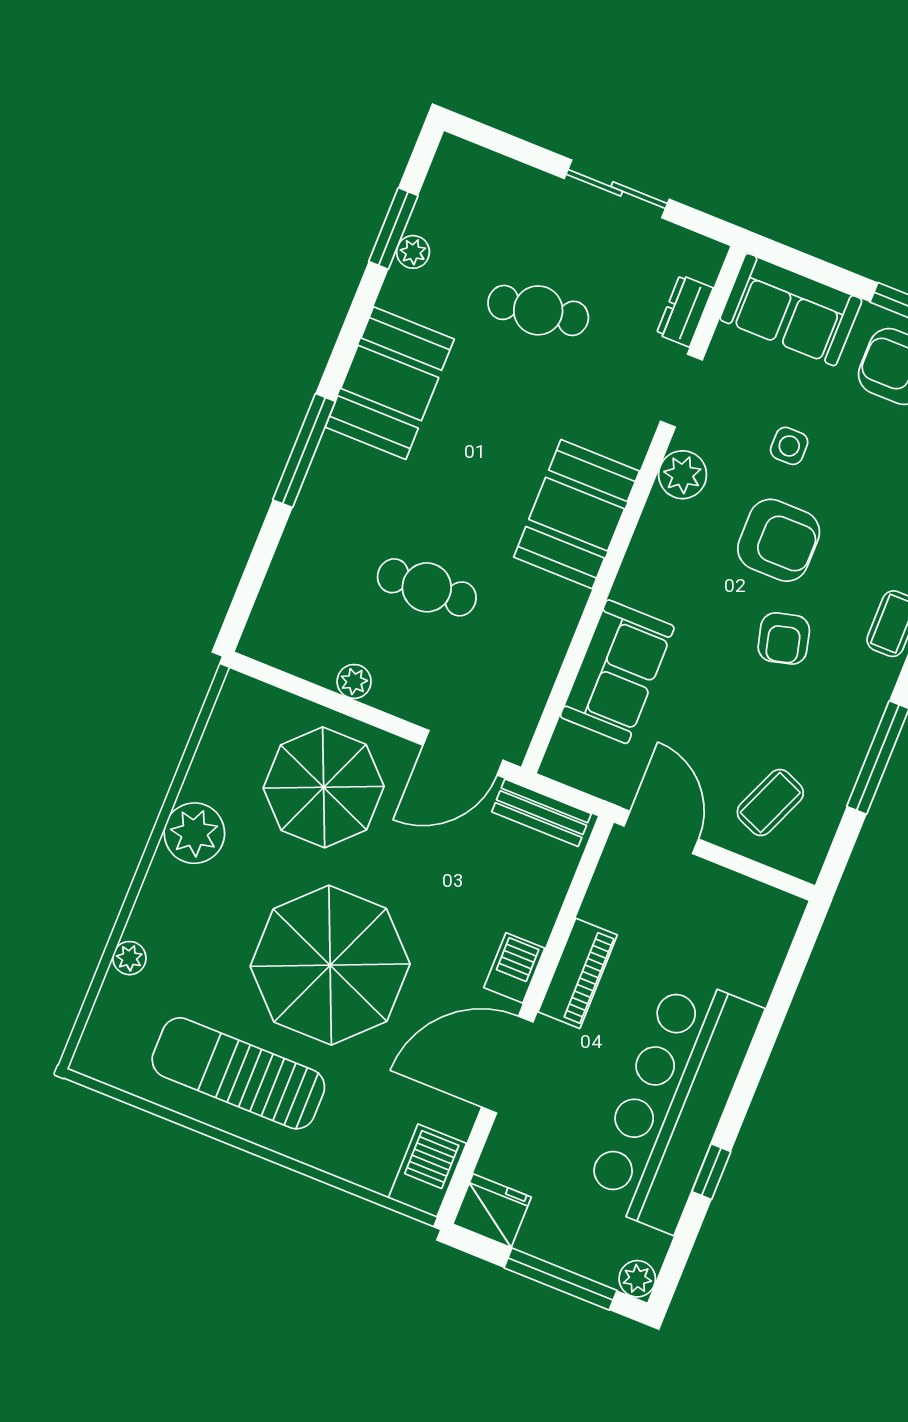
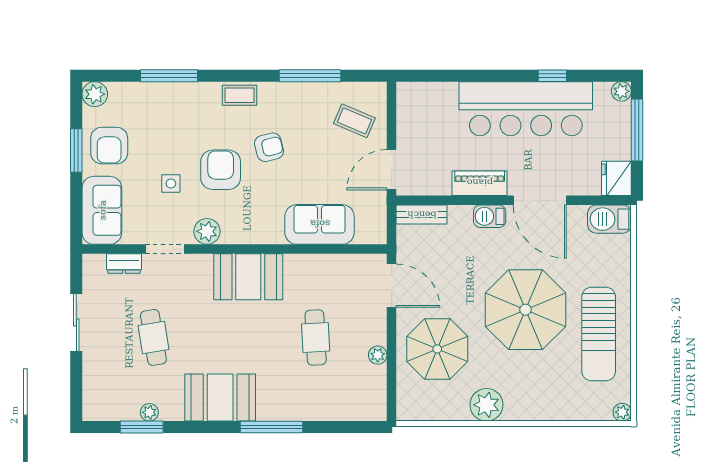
bench: (542, 813) -> (422, 215), moved, turned 90
plant: (129, 958) -> (622, 412), moved

